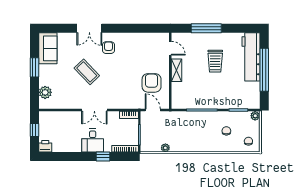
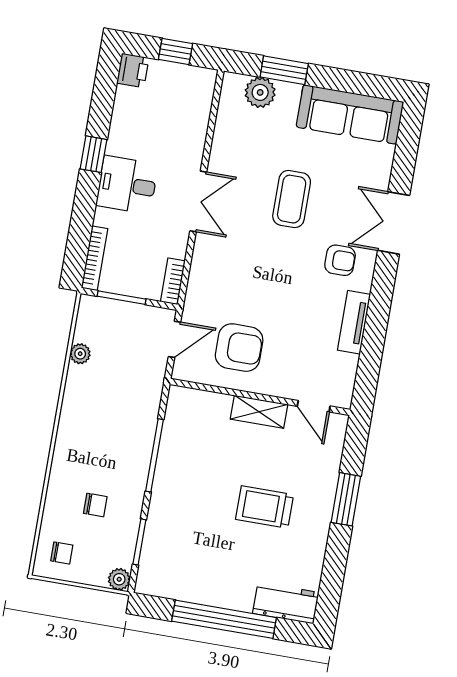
window: (206, 28) -> (346, 499), width x0.69
tv unit: (133, 38) -> (354, 322), added
sofa: (48, 48) -> (350, 114), width x1.36
door: (170, 48) -> (314, 406), hinge flipped
workbench: (251, 57) -> (286, 603), width x0.53, depth x0.76
window: (34, 67) -> (284, 70), moved
coffee table: (87, 72) -> (292, 199), turned -46
double door: (94, 110) -> (198, 201), swing flipped
window: (103, 156) -> (94, 154), moved

